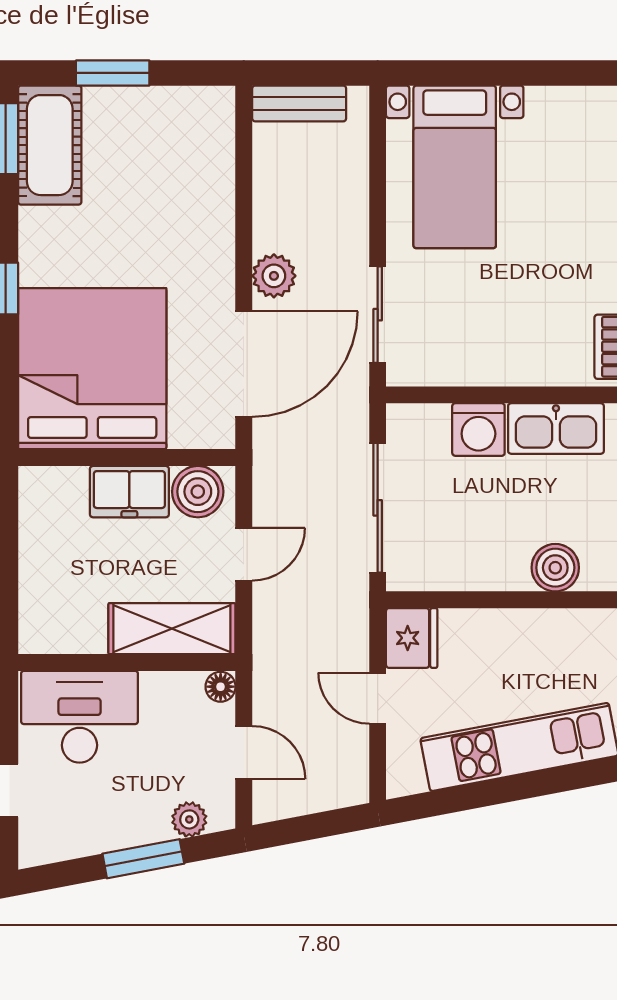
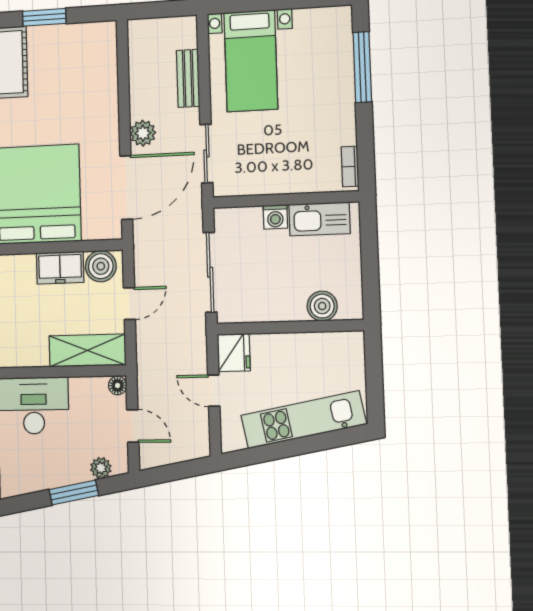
bench: (299, 103) -> (188, 78), moved, turned 90
washing machine: (478, 430) -> (275, 217), width x0.73, depth x0.73

